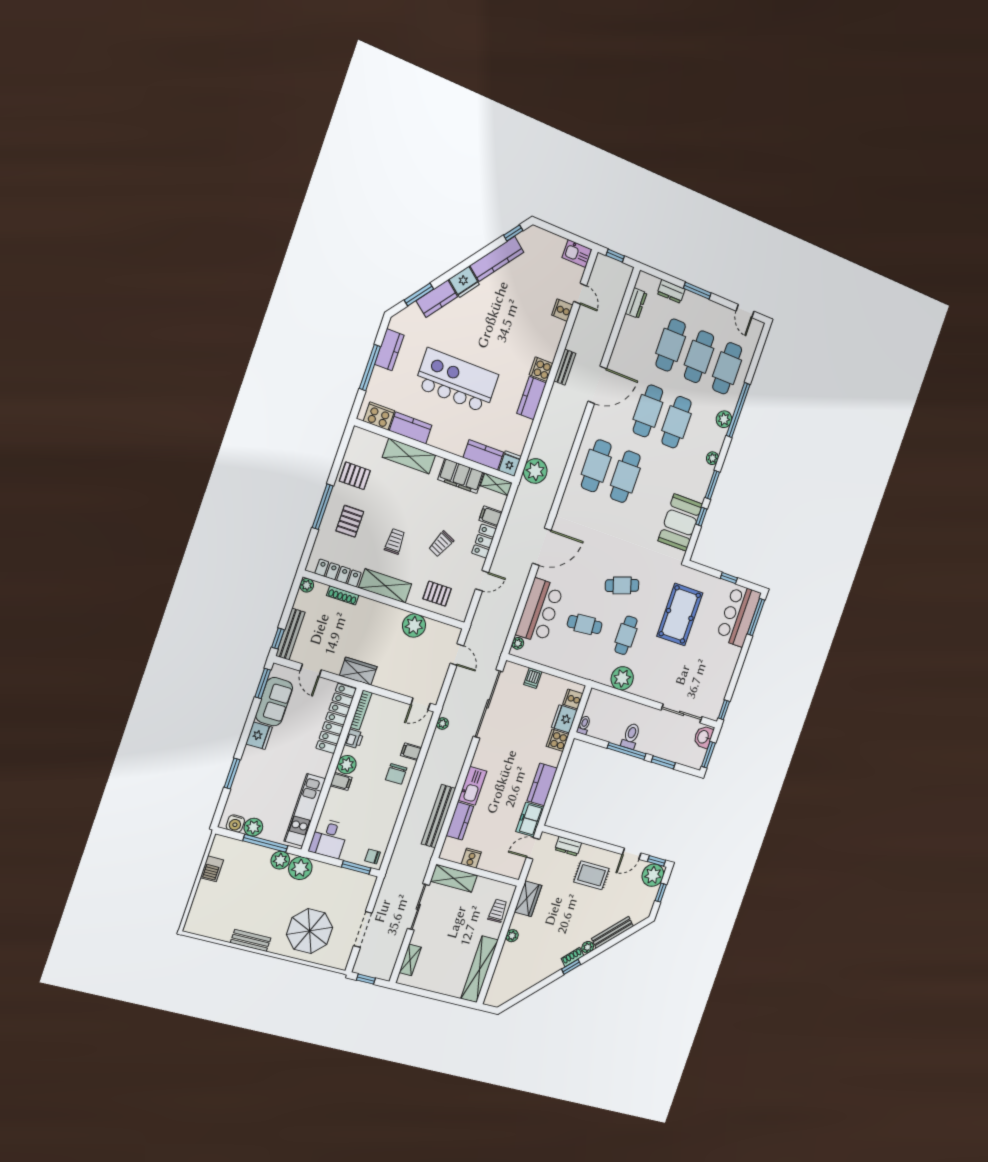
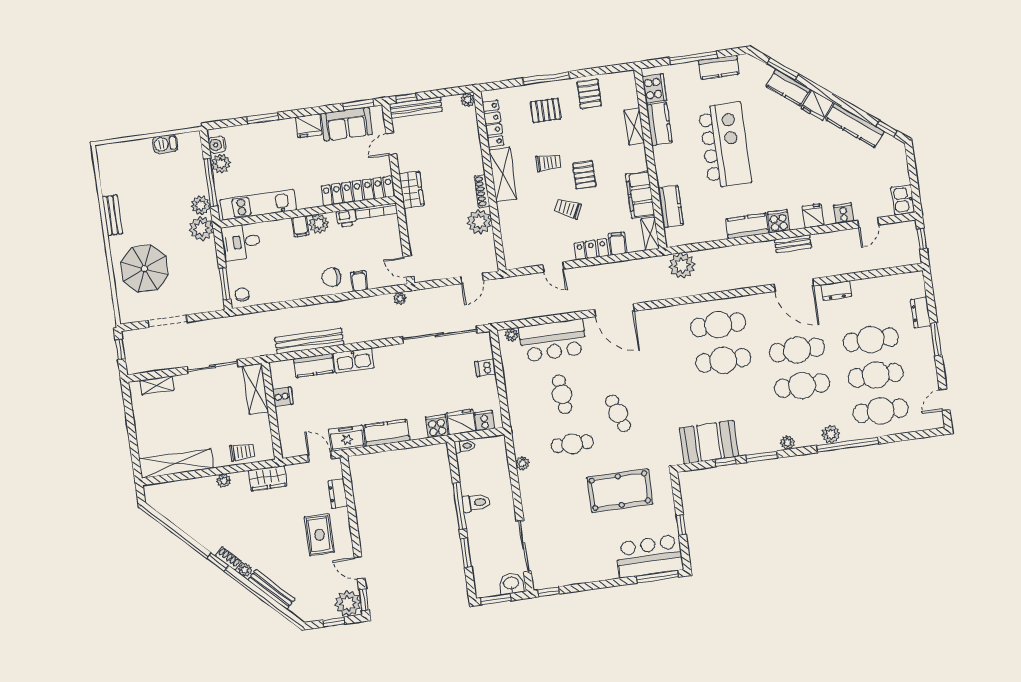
dresser: (636, 303) -> (836, 291), moved
shelving: (409, 456) -> (634, 126), width x0.67, depth x0.75
fridge: (510, 464) -> (813, 216), moved, turned -90
pallet: (437, 594) -> (584, 175), moved
shoe rack: (343, 595) -> (482, 191), moved
plant: (622, 678) -> (522, 463), width x0.53, depth x0.53

